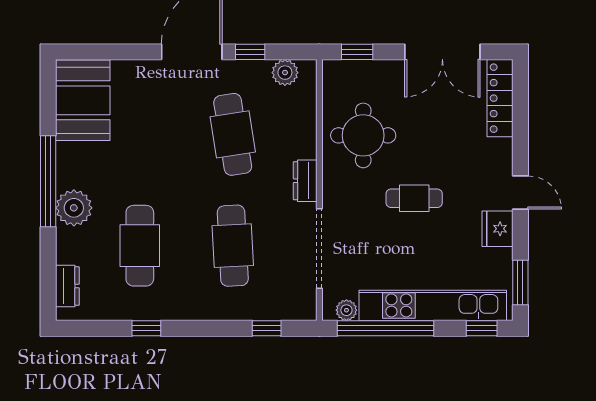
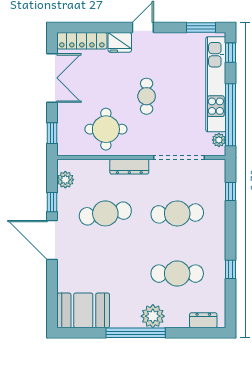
dresser: (305, 181) -> (129, 167), width x1.44
fridge: (498, 229) -> (120, 42), moved

